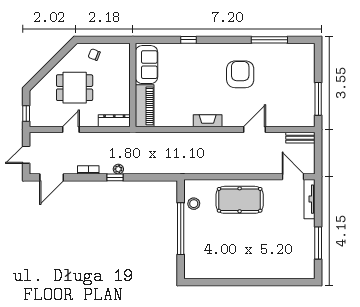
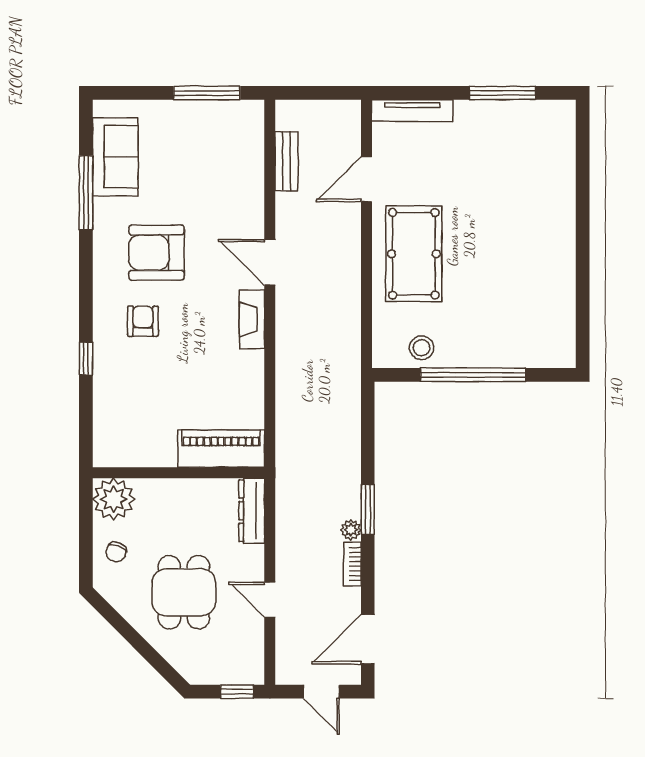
plant: (120, 53) -> (114, 499), added
sofa: (146, 65) -> (115, 157), moved, turned 90
armchair: (207, 68) -> (143, 321), added
door: (254, 130) -> (270, 262), moved
bench: (300, 138) -> (286, 161), moved
plant: (118, 169) -> (351, 530), moved
door: (52, 177) -> (368, 639), swing flipped
window: (115, 177) -> (368, 509), width x1.50
door: (293, 177) -> (366, 179), moved

